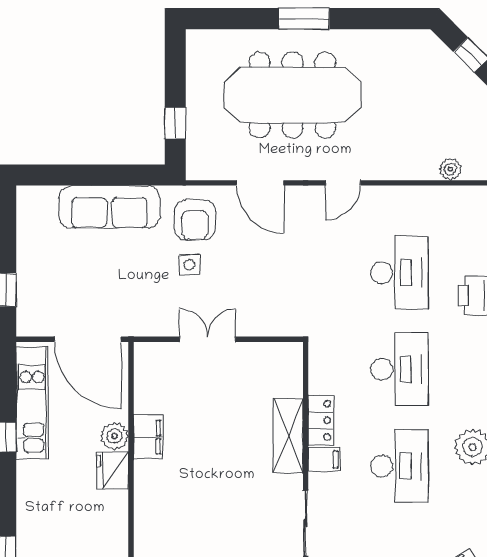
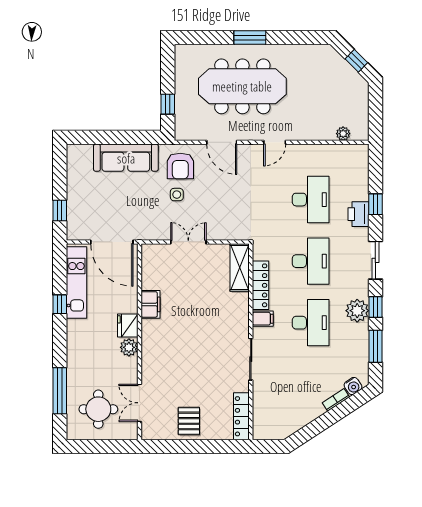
locker: (321, 420) -> (261, 285), width x1.53
plant: (114, 436) -> (129, 347), moved
shelving: (288, 436) -> (240, 267), moved

